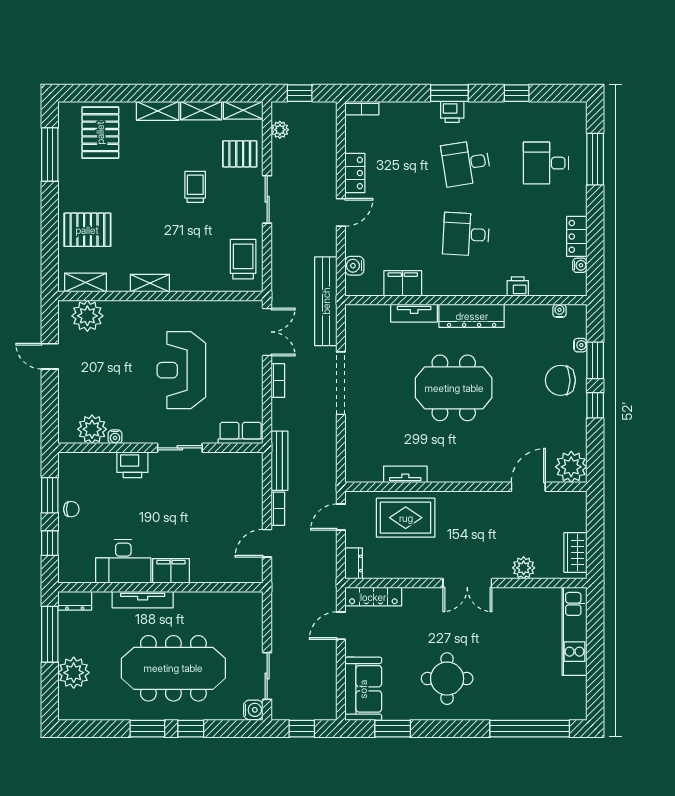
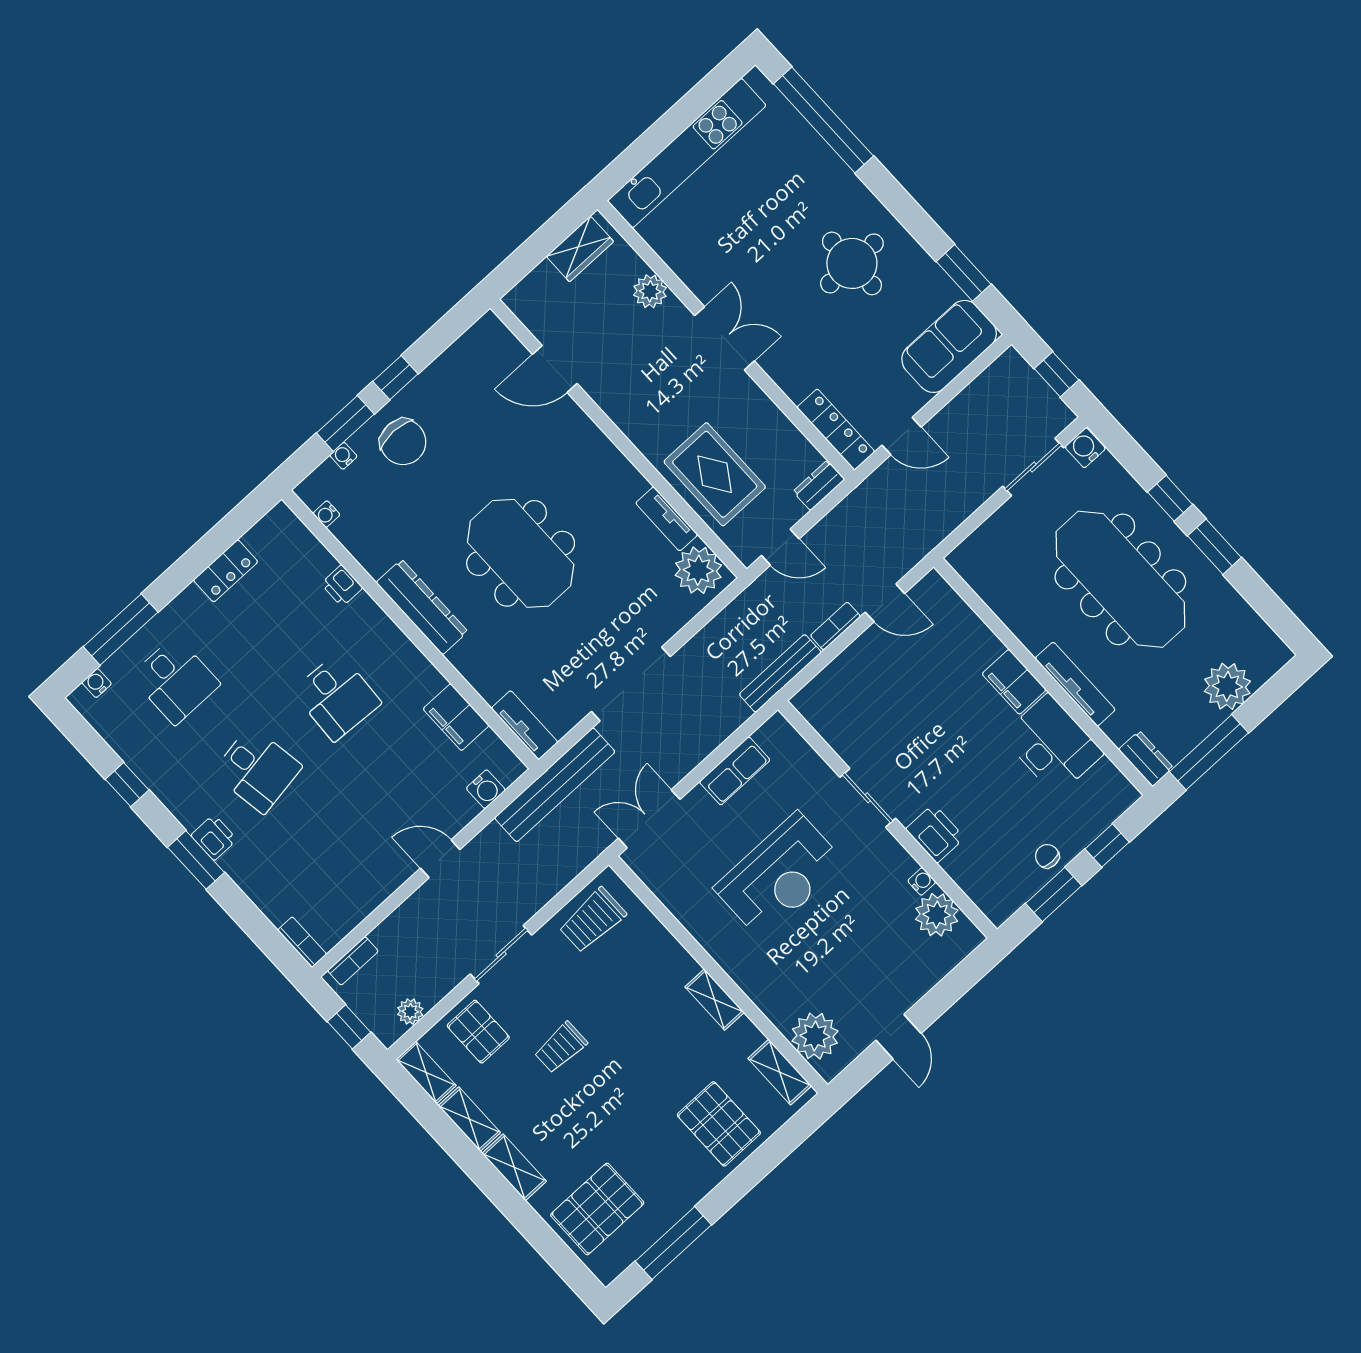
locker: (355, 173) -> (382, 883), removed
water cooler: (580, 265) -> (97, 683), moved
tv unit: (414, 313) -> (525, 725), moved
bookcase: (278, 381) -> (353, 961), moved, turned 180
row of seats: (241, 433) -> (735, 771), moved, turned -90
plant: (571, 467) -> (698, 570), moved
kitchen unit: (575, 631) -> (687, 153), width x1.36

